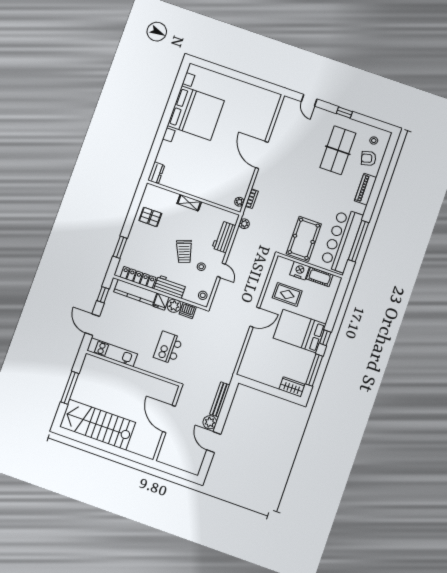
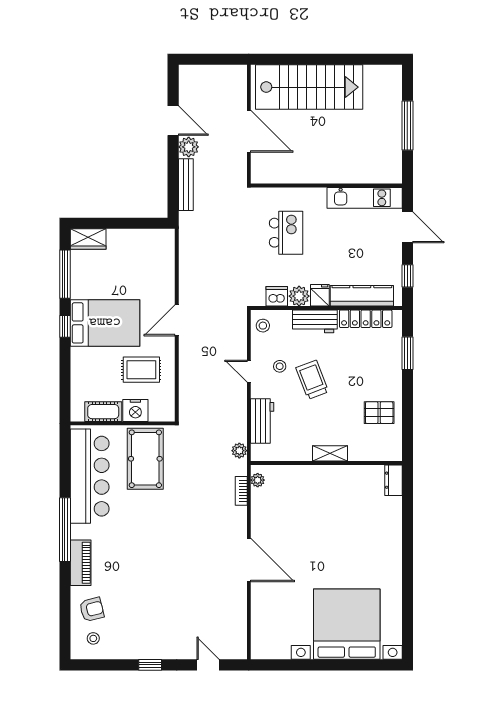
bed with nightstands: (196, 113) -> (347, 624), moved, turned 90
table tennis table: (338, 150) -> (141, 606), removed
window: (359, 241) -> (65, 530), moved
stairs: (98, 425) -> (309, 87), moved

